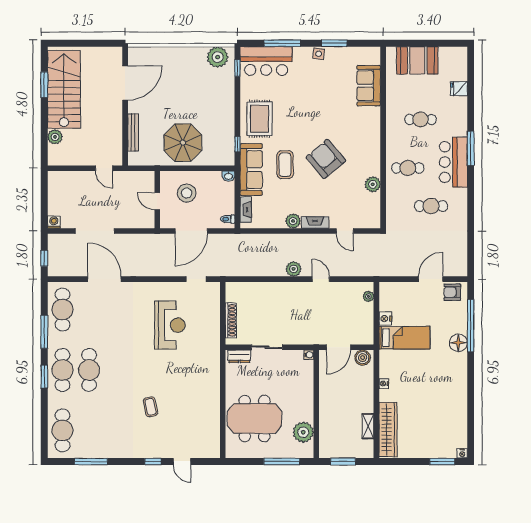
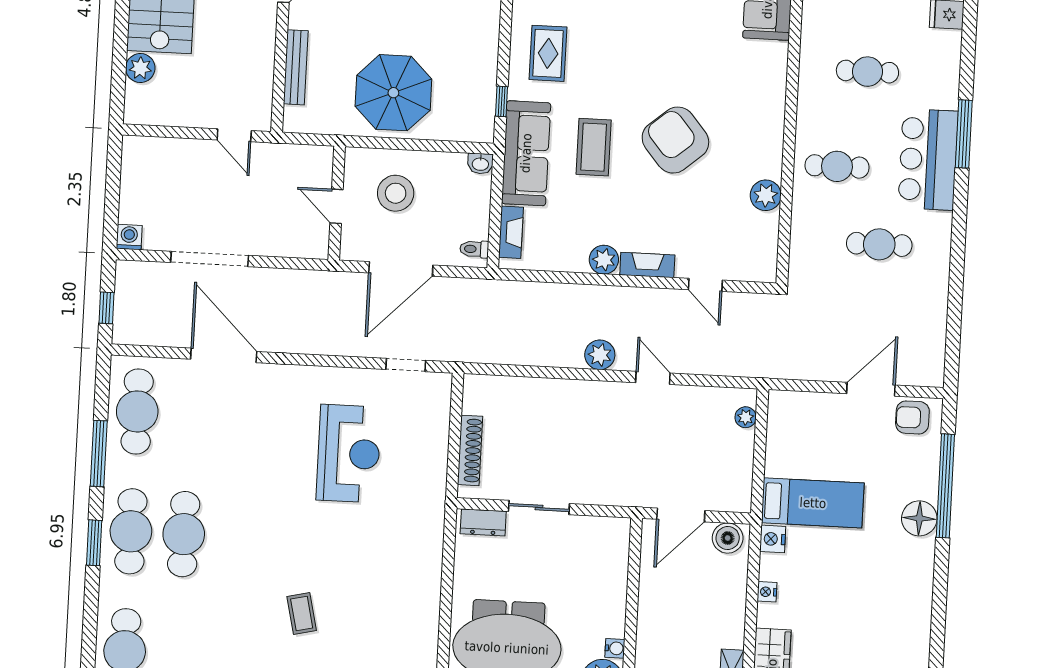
rug: (260, 119) -> (548, 53), width x0.73, depth x0.70
nightstand: (385, 319) -> (773, 539), moved
water cooler: (309, 355) -> (615, 648), moved

